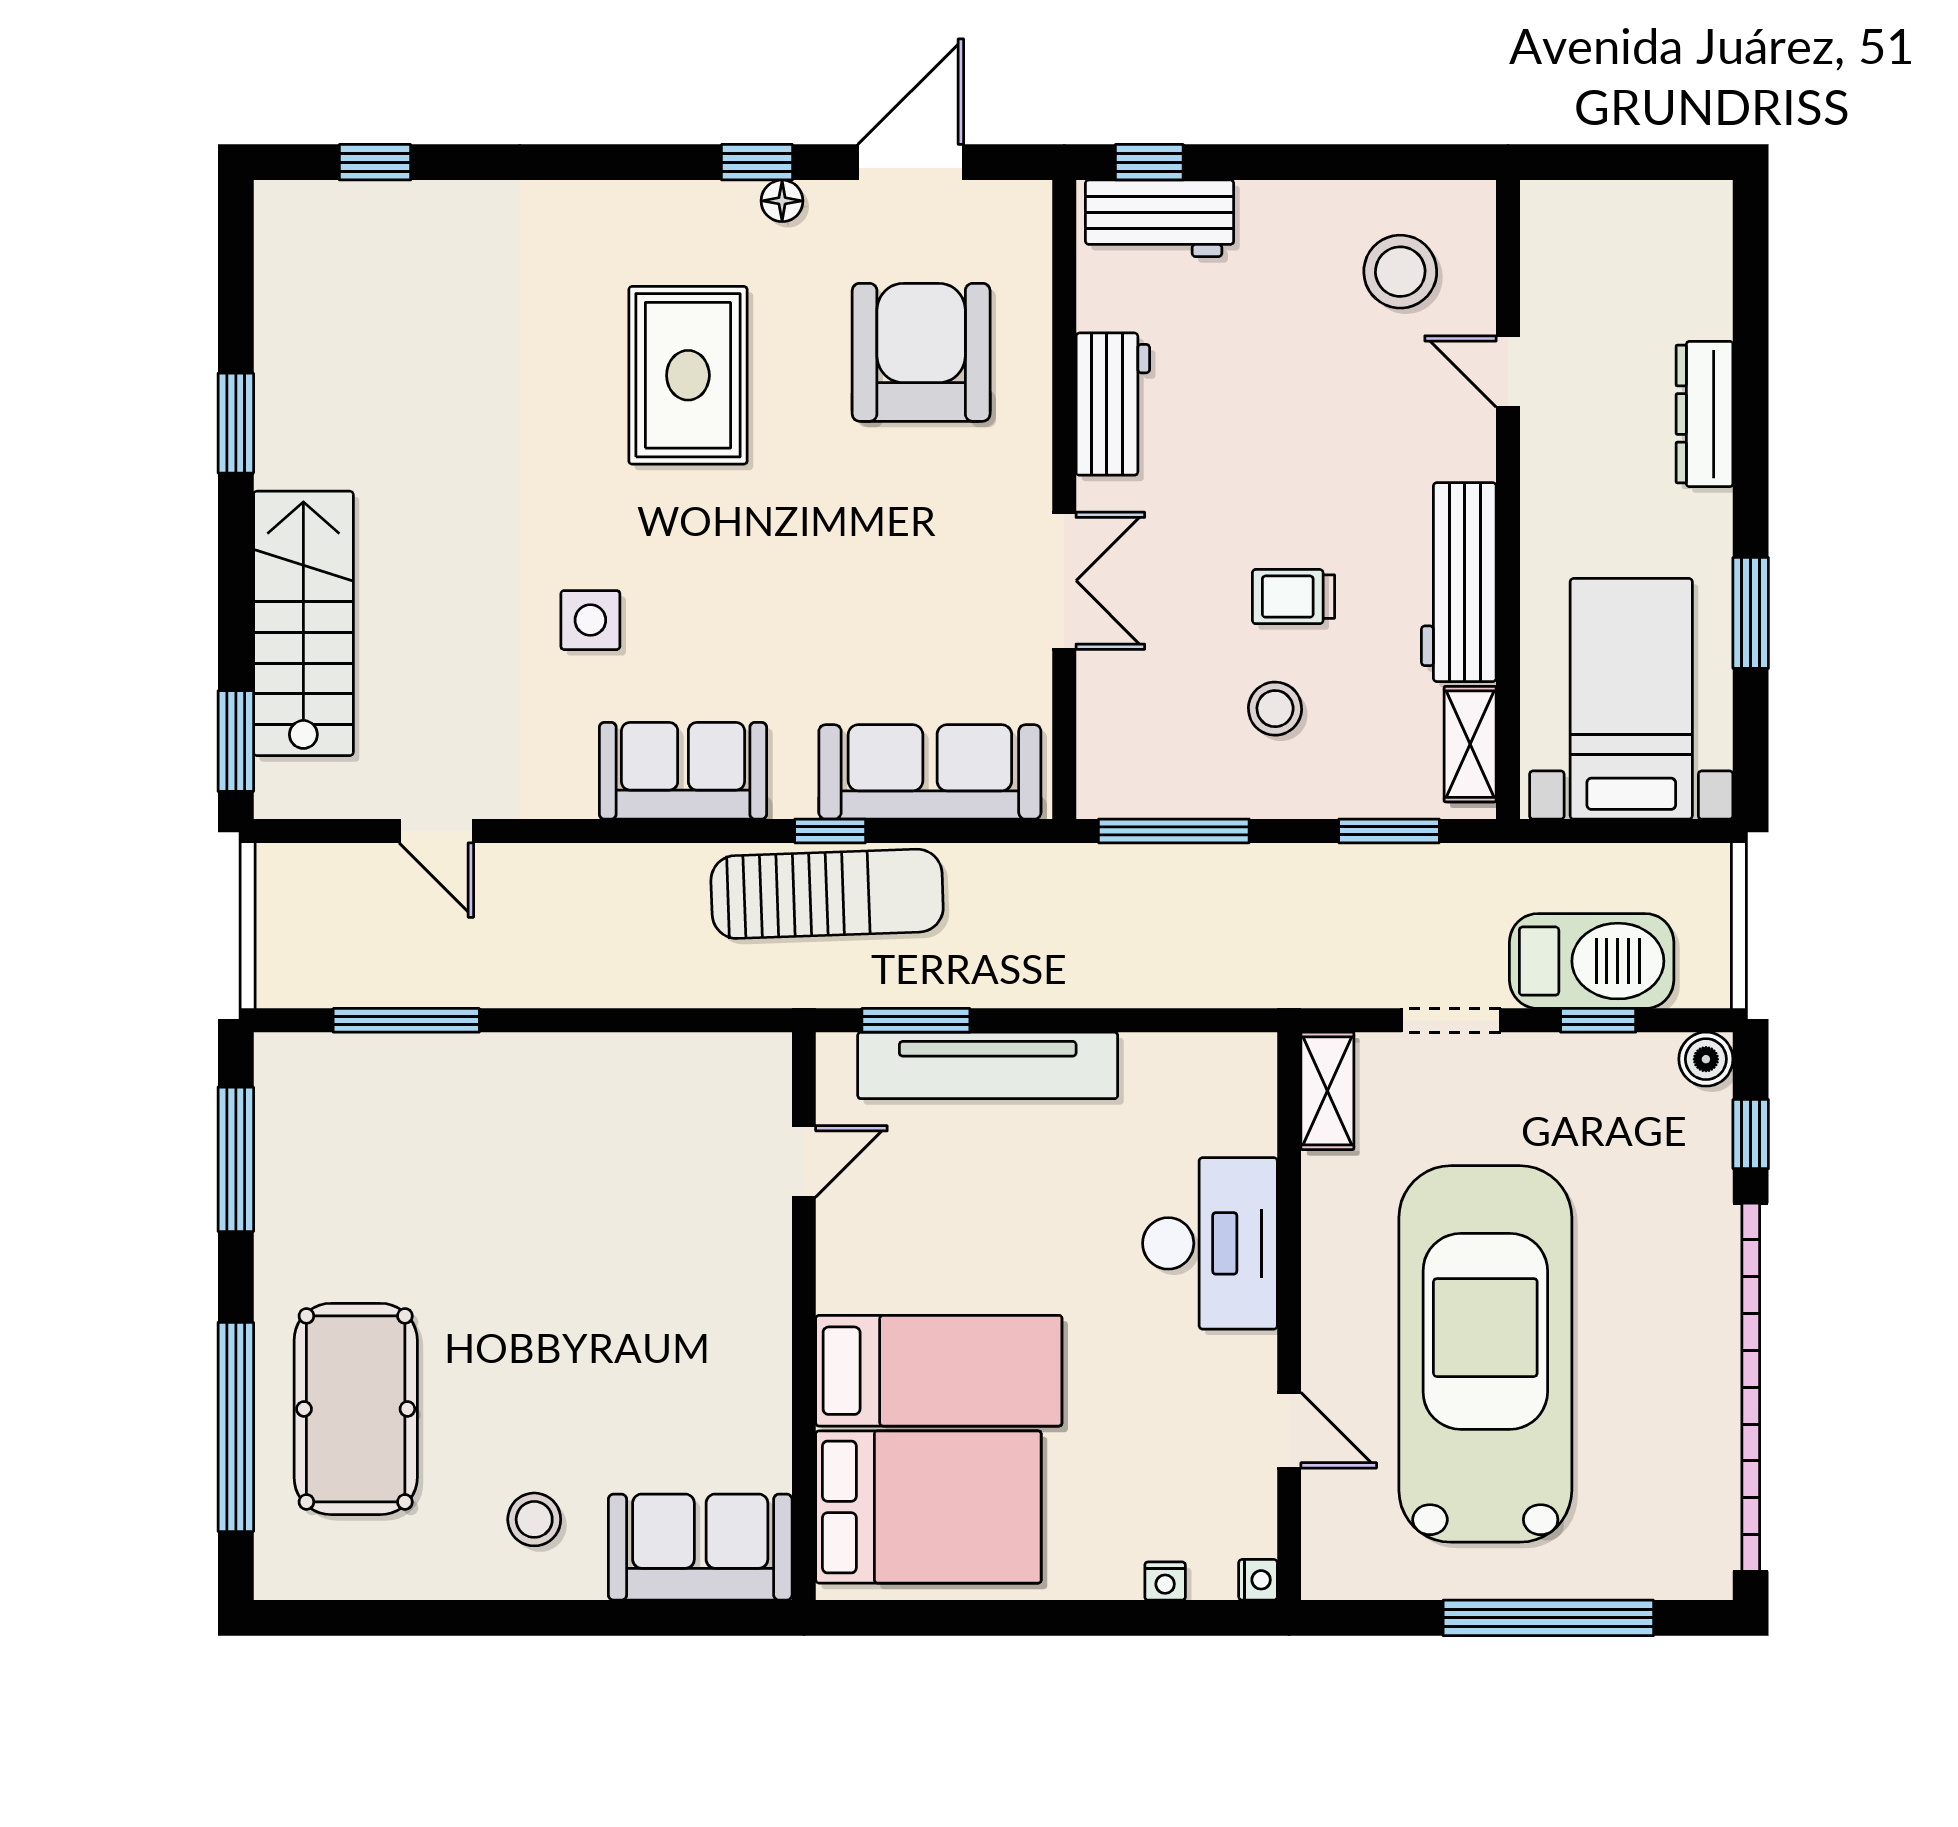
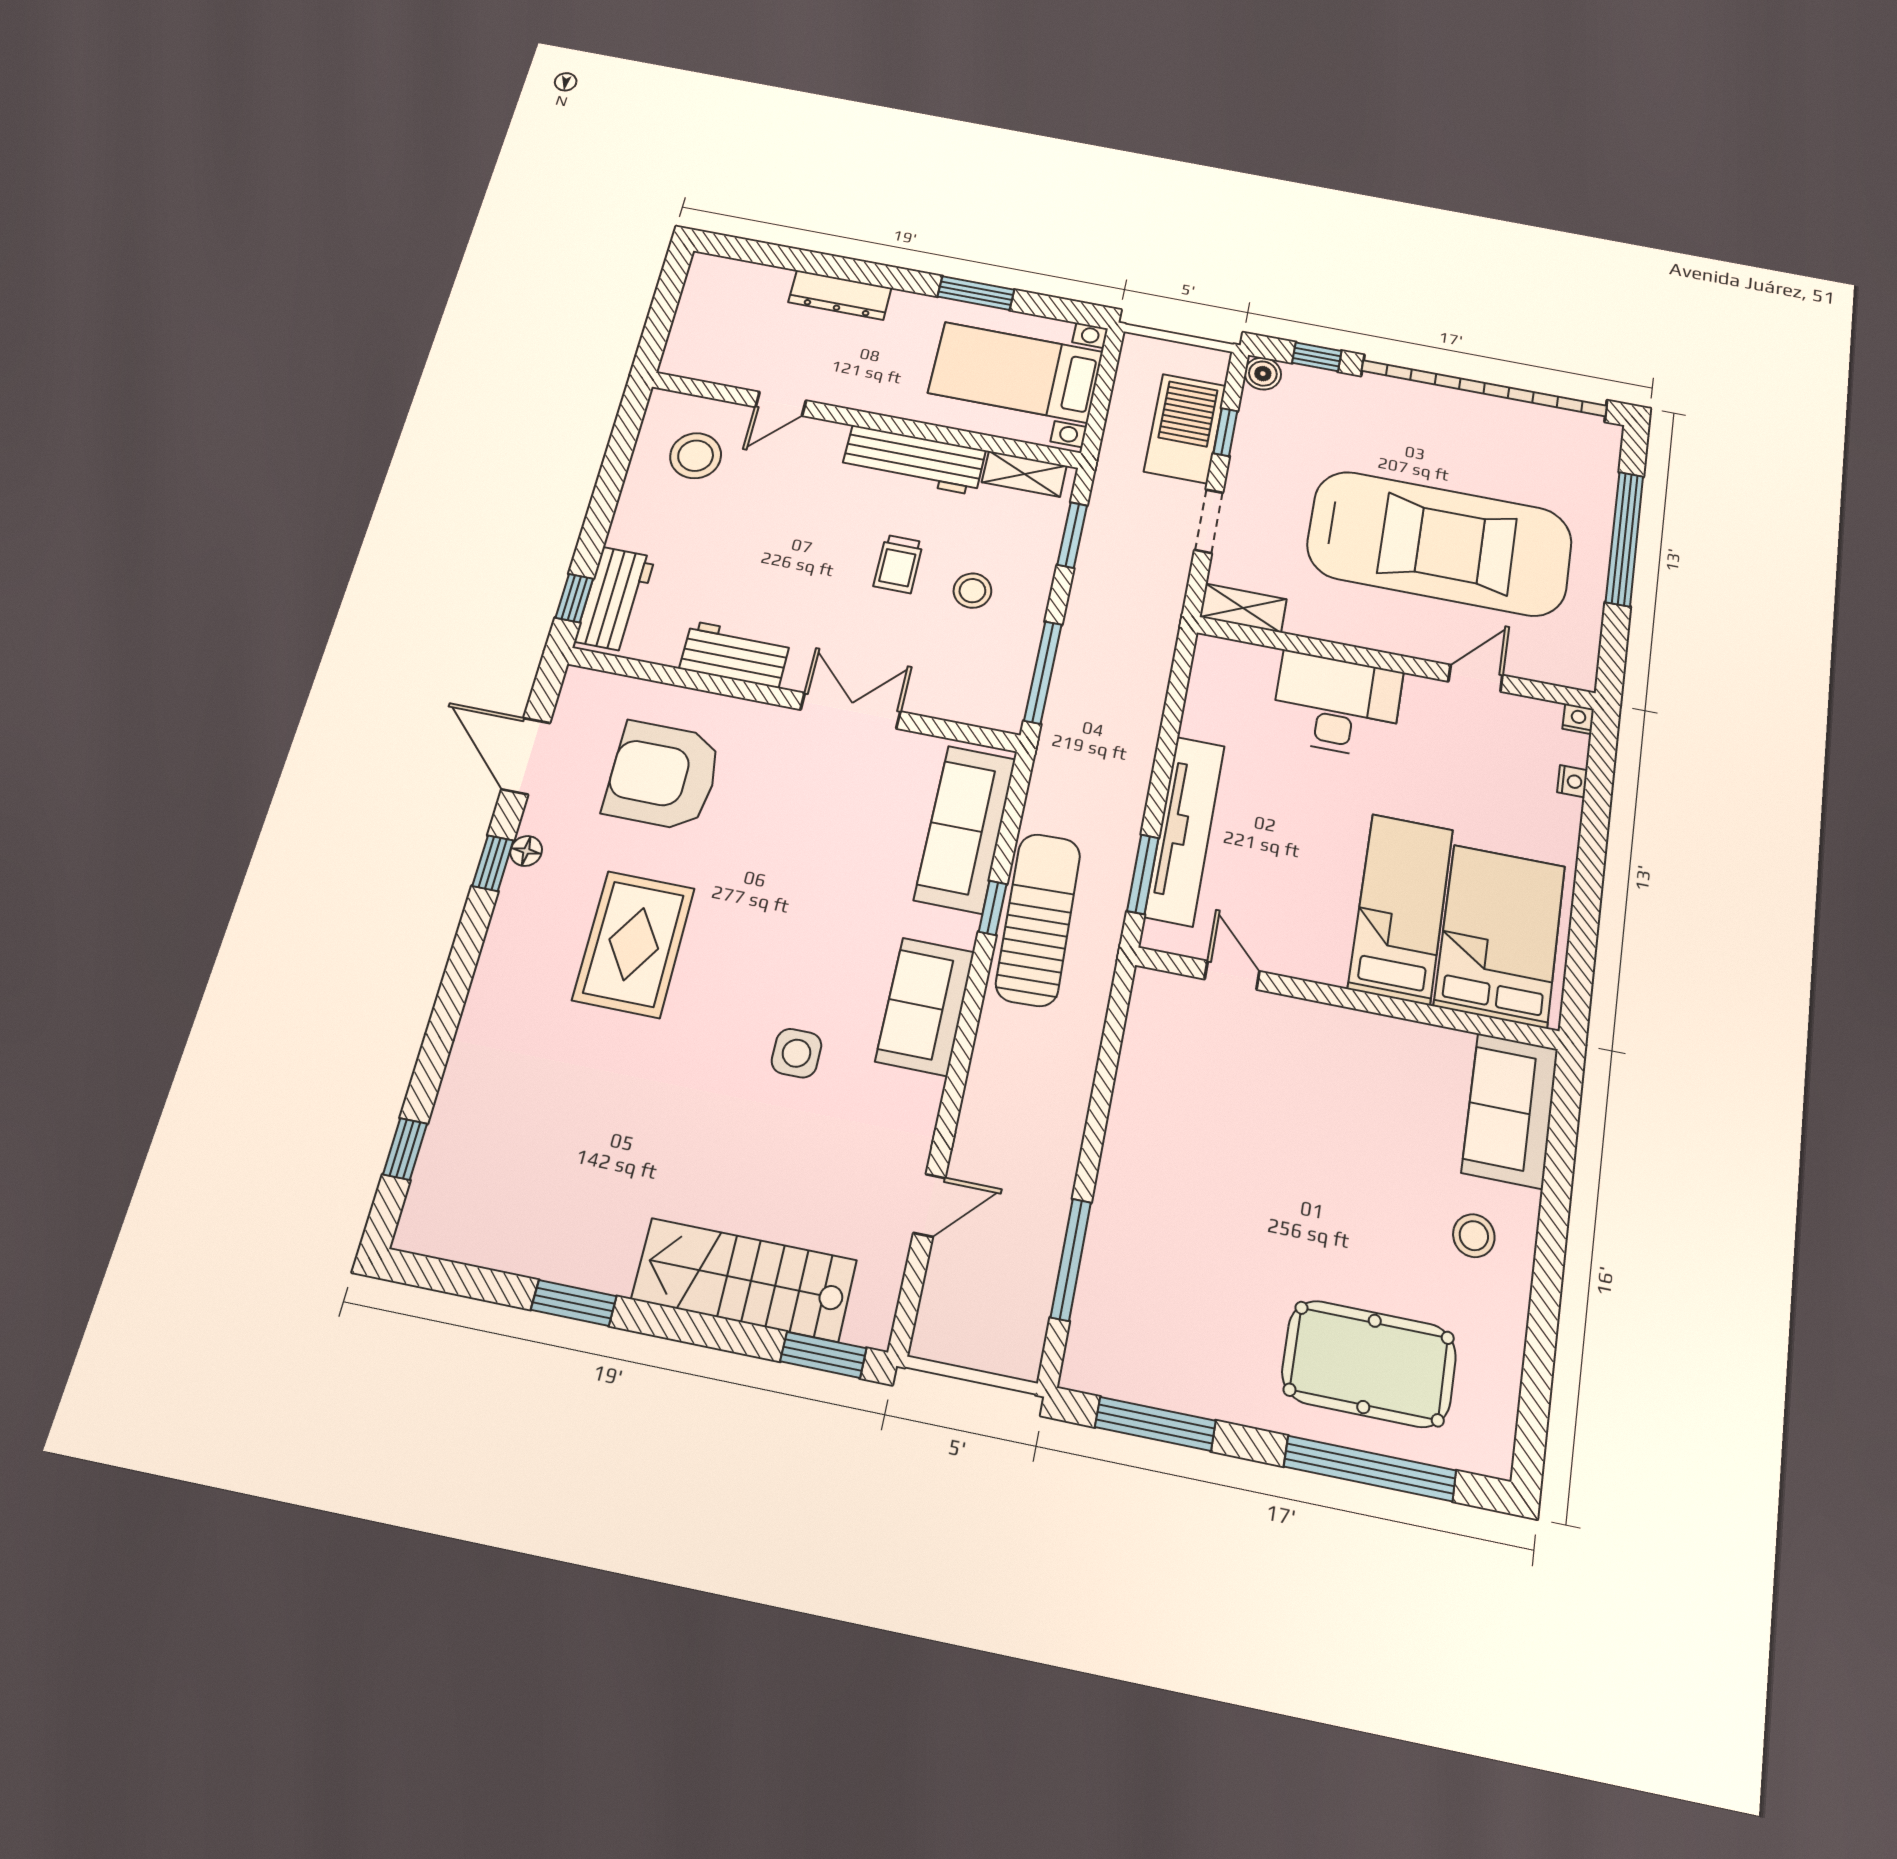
rug: (688, 375) -> (634, 944), turned 90
car: (1485, 1354) -> (1440, 543), turned 180

